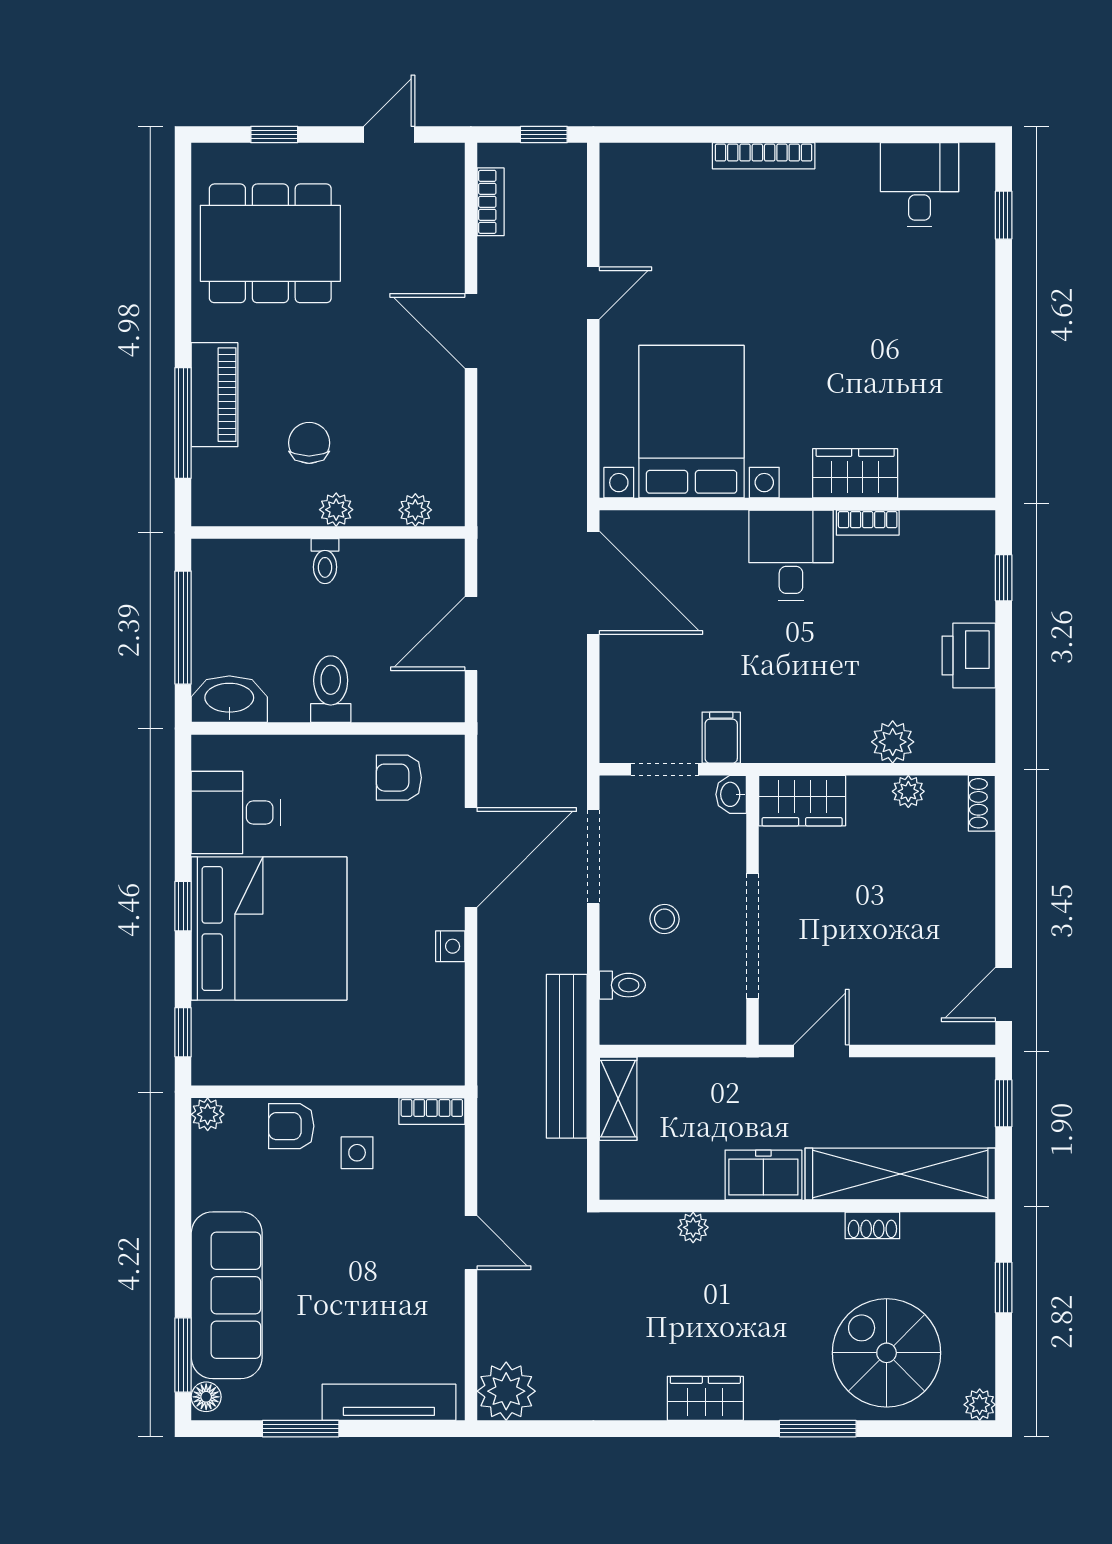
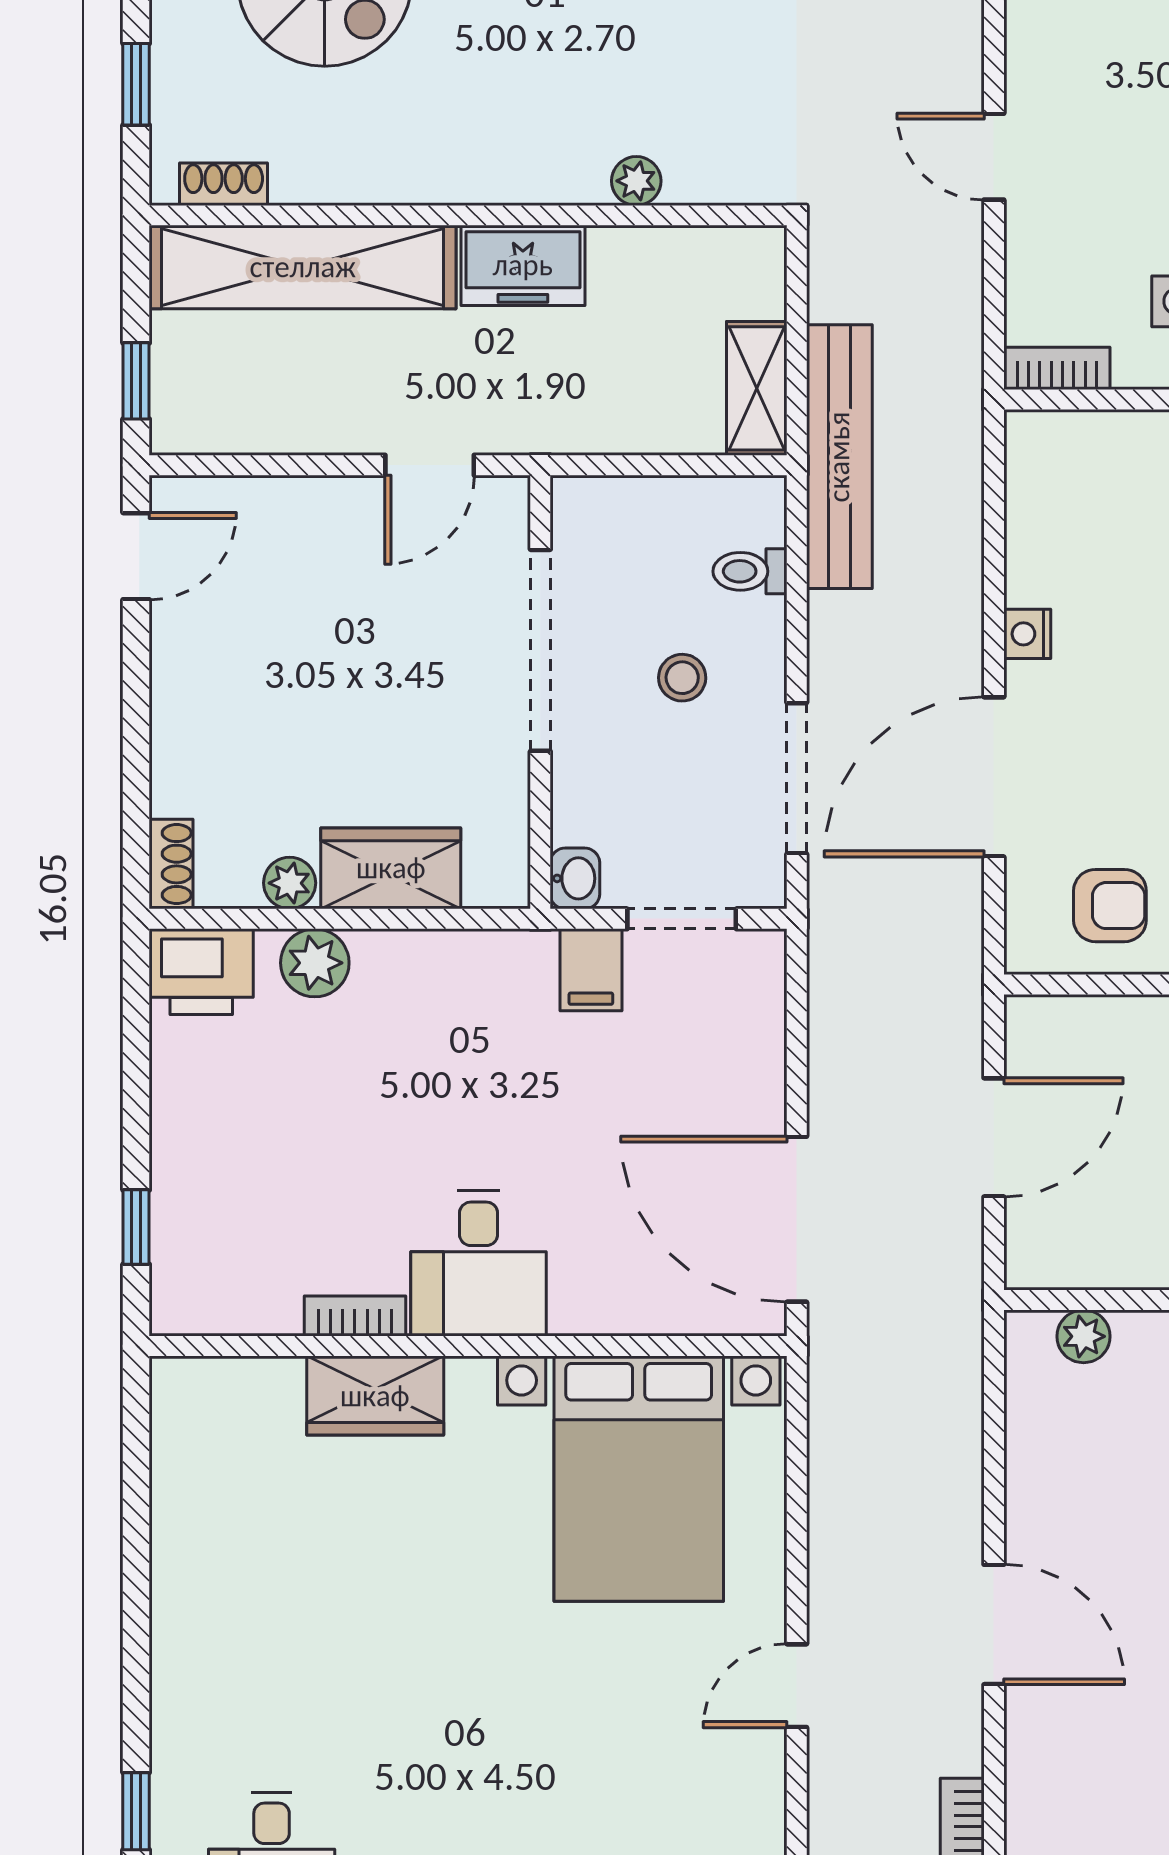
printer: (969, 656) -> (201, 972), moved, turned 90
wardrobe: (802, 801) -> (391, 868), moved
shoe rack: (872, 1225) -> (224, 184), moved

